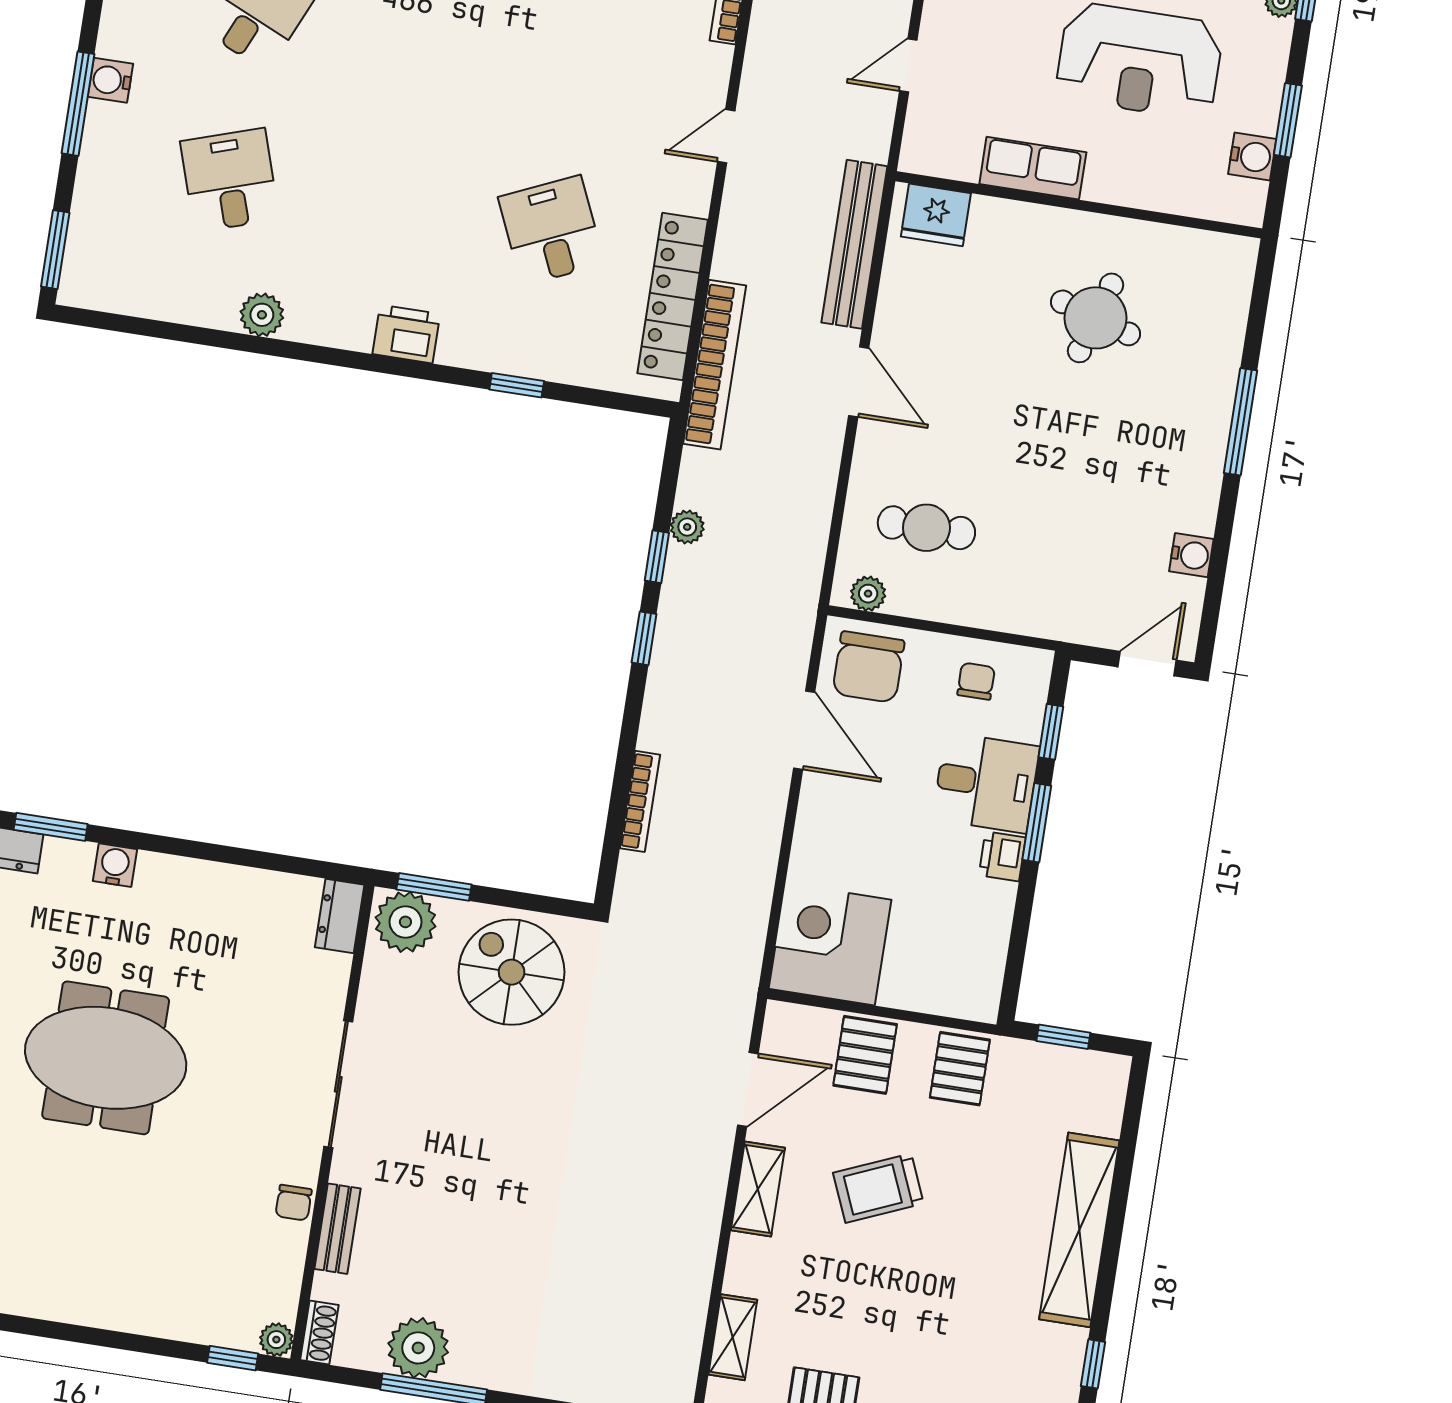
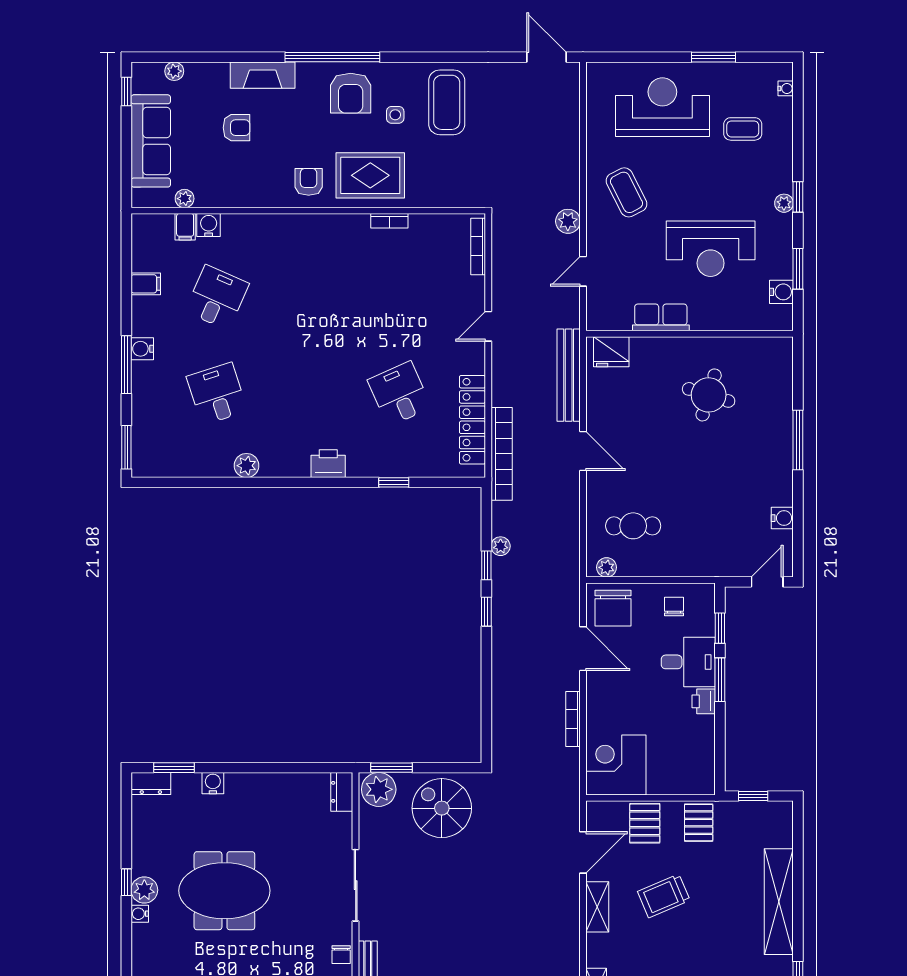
bookcase: (640, 801) -> (573, 719), moved, turned 180

